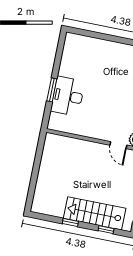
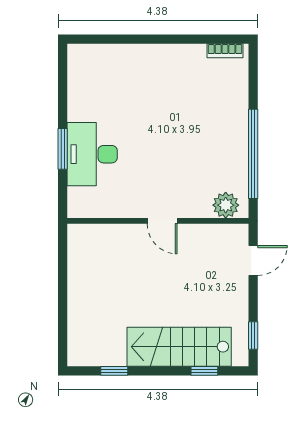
door: (118, 145) -> (162, 221), moved
window: (70, 222) -> (114, 371), moved

